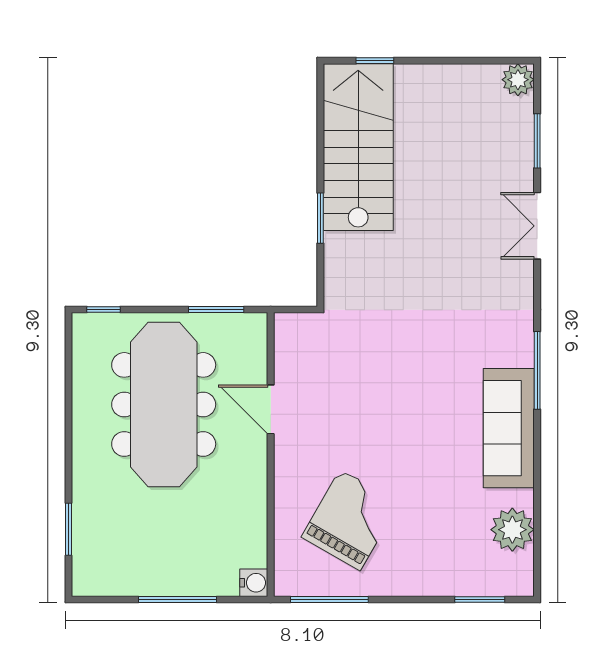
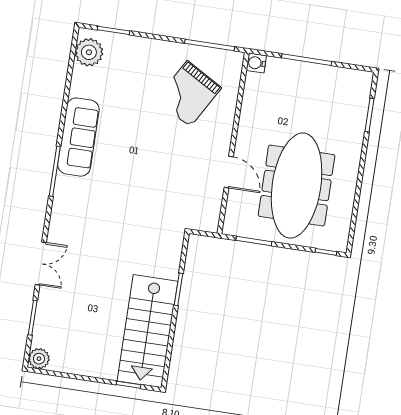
plant: (512, 530) -> (89, 52), moved

